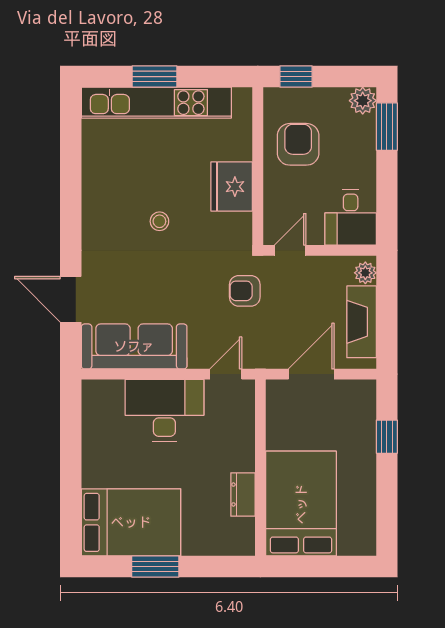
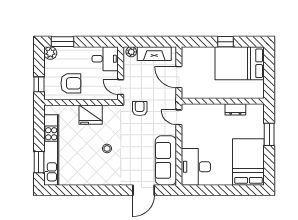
window: (155, 77) -> (39, 162), moved
armchair: (298, 144) -> (71, 83), turned 180
armchair: (245, 291) -> (140, 108), turned 180
desk: (164, 410) -> (196, 167), moved
window: (387, 437) -> (225, 42), moved
bed: (301, 504) -> (240, 63), moved
window: (155, 566) -> (269, 134), moved

